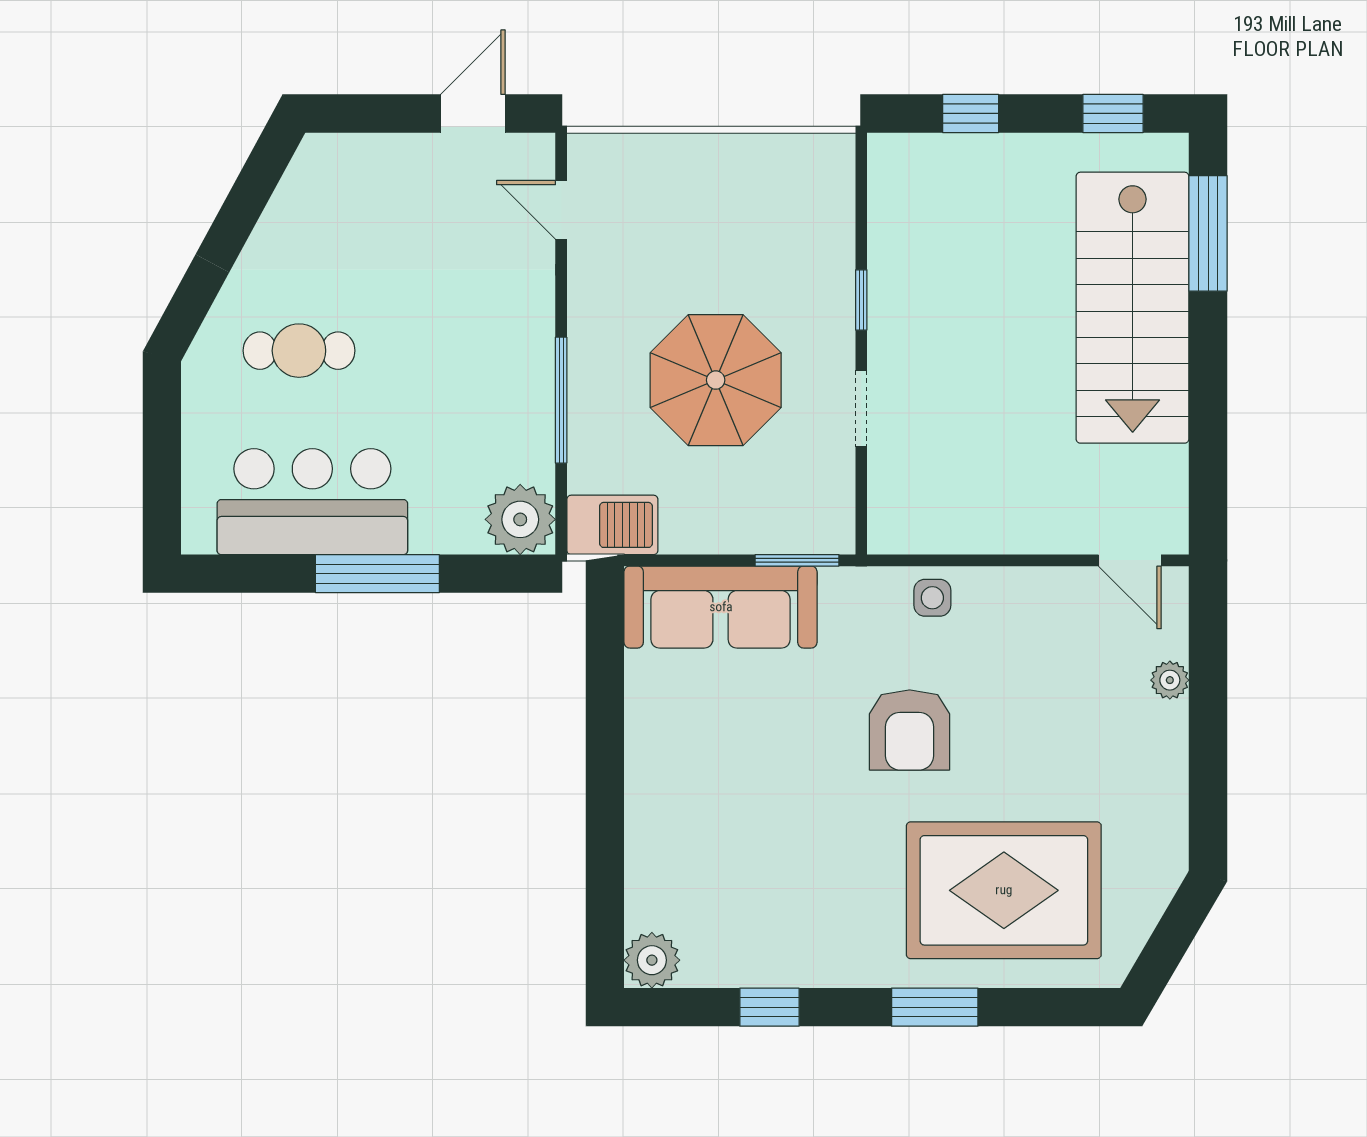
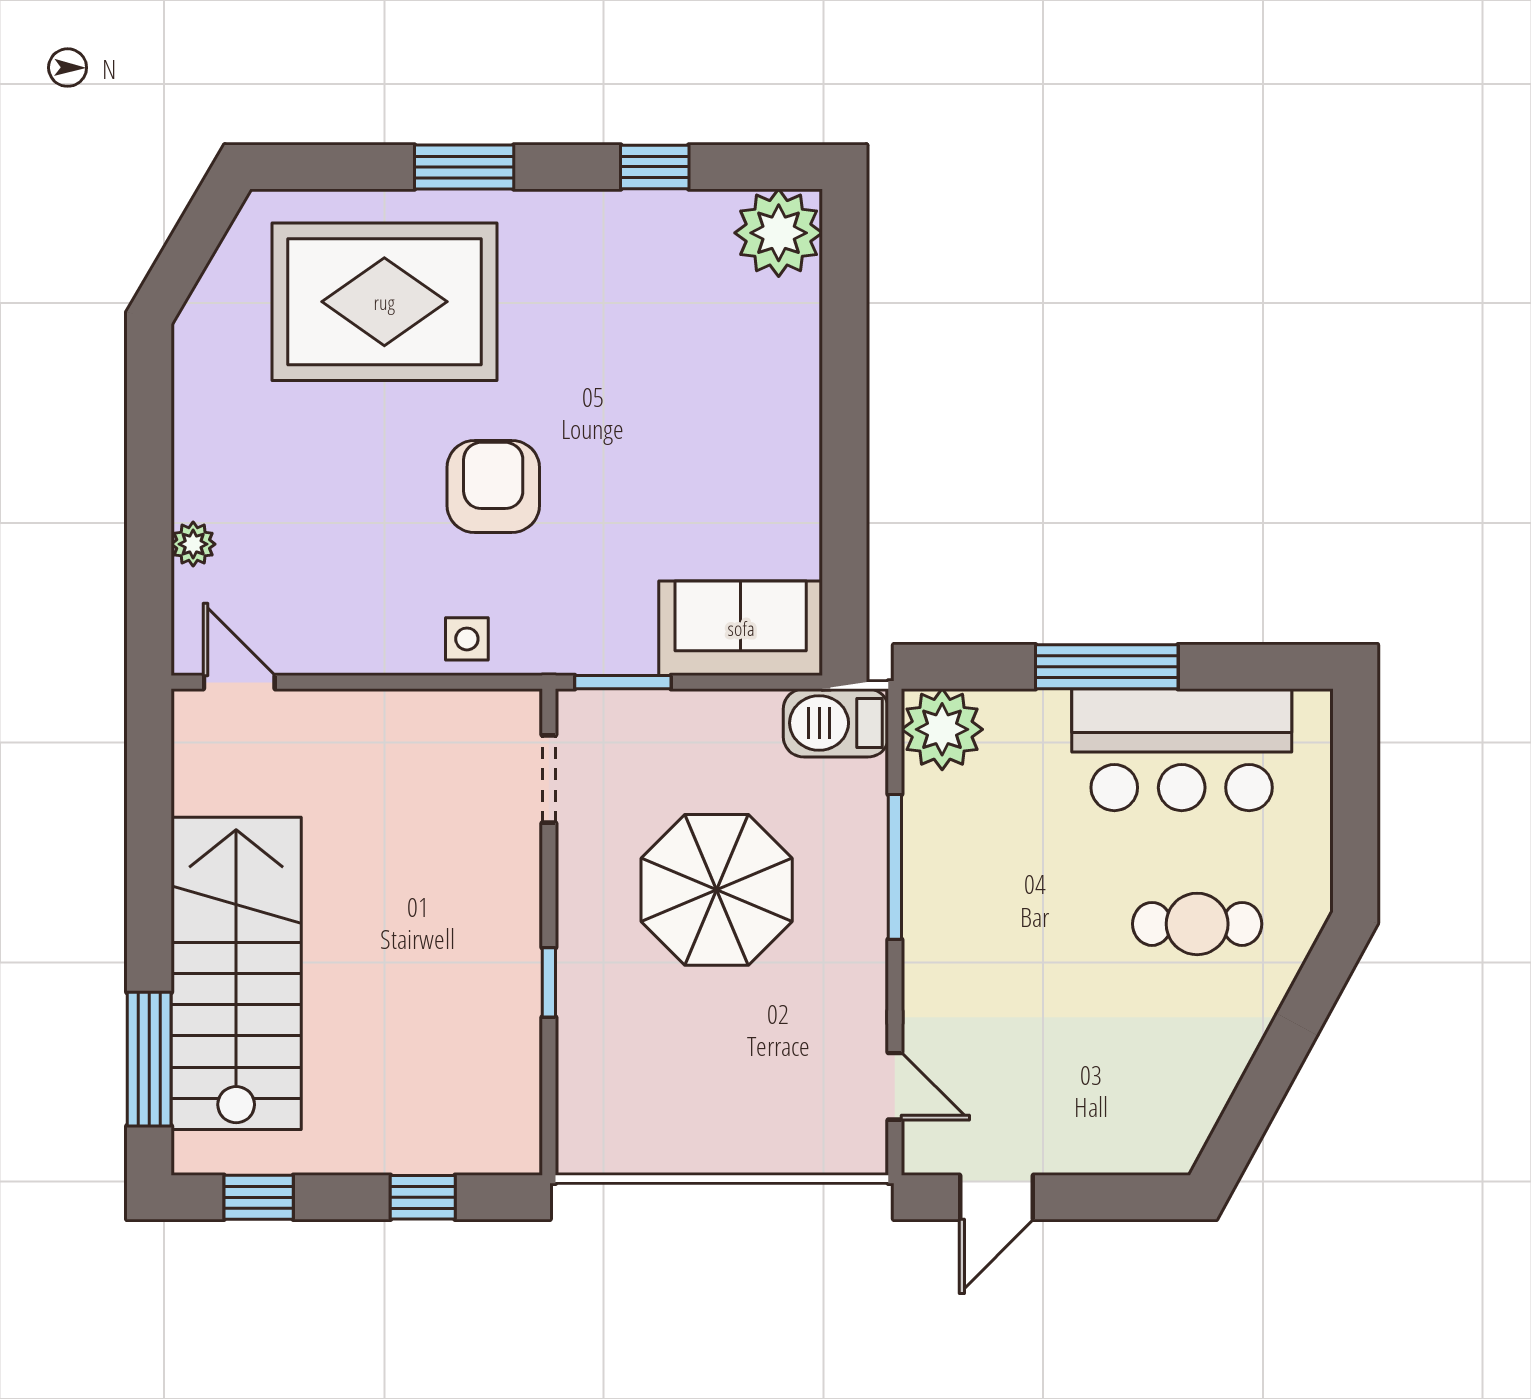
doorway: (861, 408) -> (549, 779), moved
sofa: (721, 607) -> (741, 628), width x0.73
plant: (652, 960) -> (779, 233), width x1.36, depth x1.36

